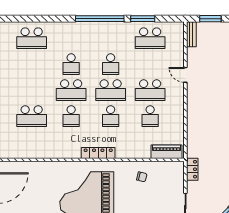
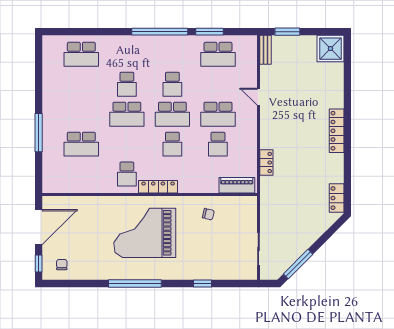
school desk: (71, 116) -> (127, 174), moved
locker: (192, 169) -> (266, 163), moved

